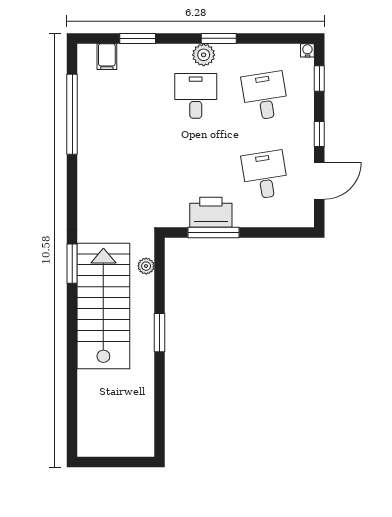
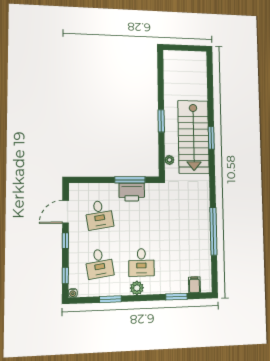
window: (219, 38) -> (110, 299), moved
window: (72, 114) -> (213, 231), moved
window: (72, 264) -> (211, 138), moved

